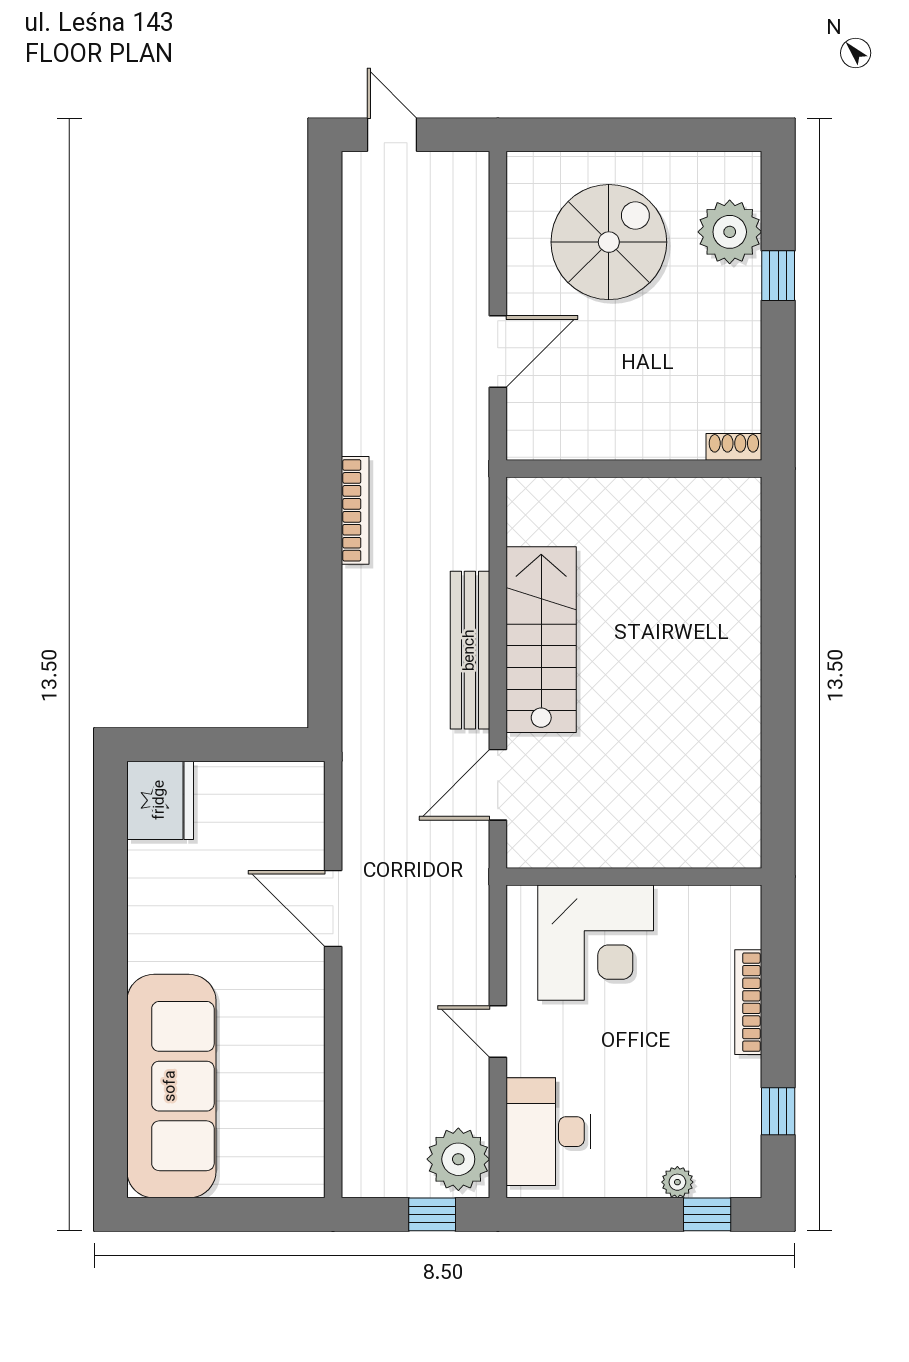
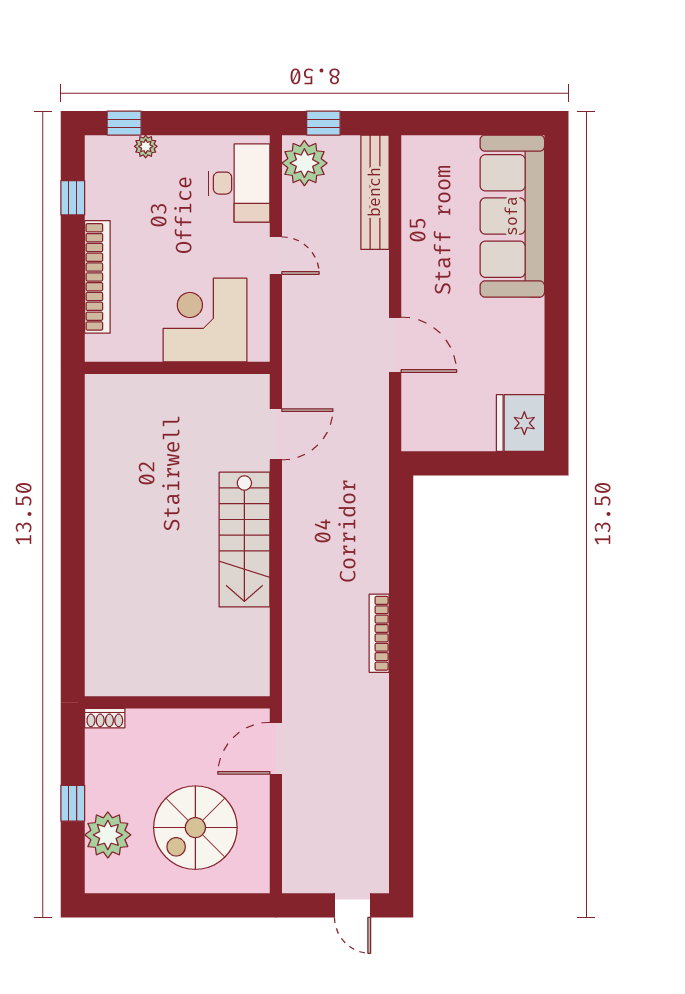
shoe rack: (734, 447) -> (105, 718), moved
wall: (634, 469) -> (177, 702), moved
bench: (470, 650) -> (375, 192), moved
bookcase: (748, 1002) -> (97, 277), width x1.48, depth x1.31

